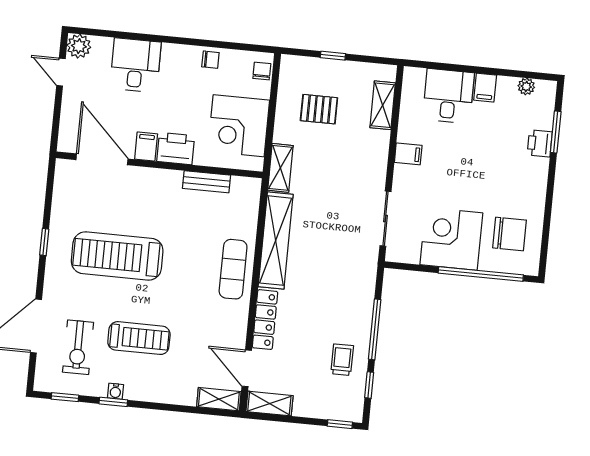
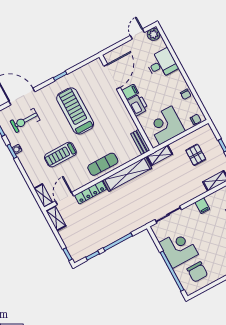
bench: (206, 182) -> (140, 142), moved
treadmill: (139, 338) -> (60, 155), moved, turned 90
trolley: (342, 360) -> (96, 237), removed

